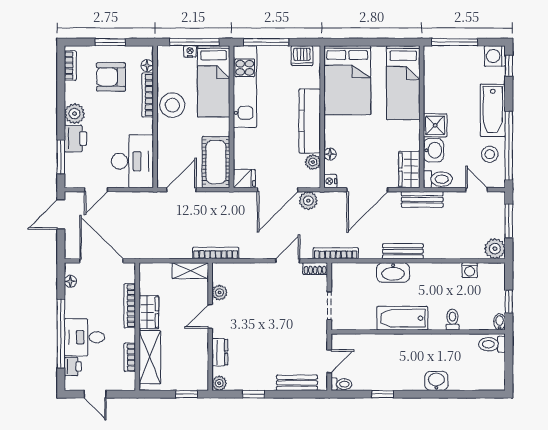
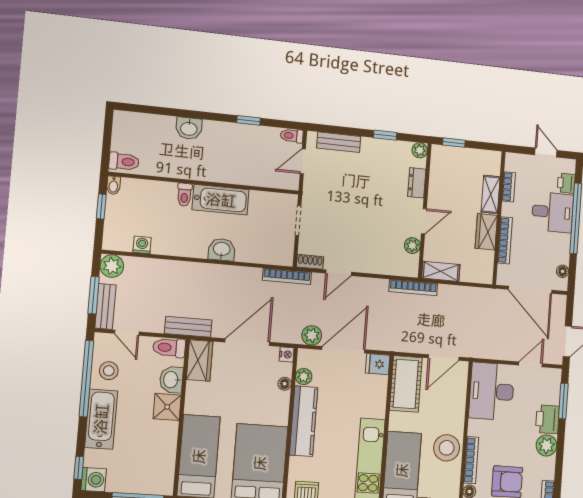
bench: (403, 251) -> (105, 306), moved, turned 90
washbasin: (393, 272) -> (222, 250), width x0.72
toilet: (453, 320) -> (184, 195), moved
shelving: (150, 357) -> (491, 194), width x0.67, depth x0.75

